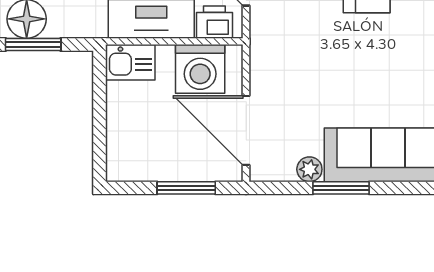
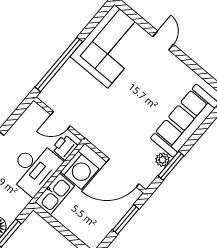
kitchen sink: (130, 62) -> (55, 194), width x1.38
window: (341, 188) -> (171, 166), moved

